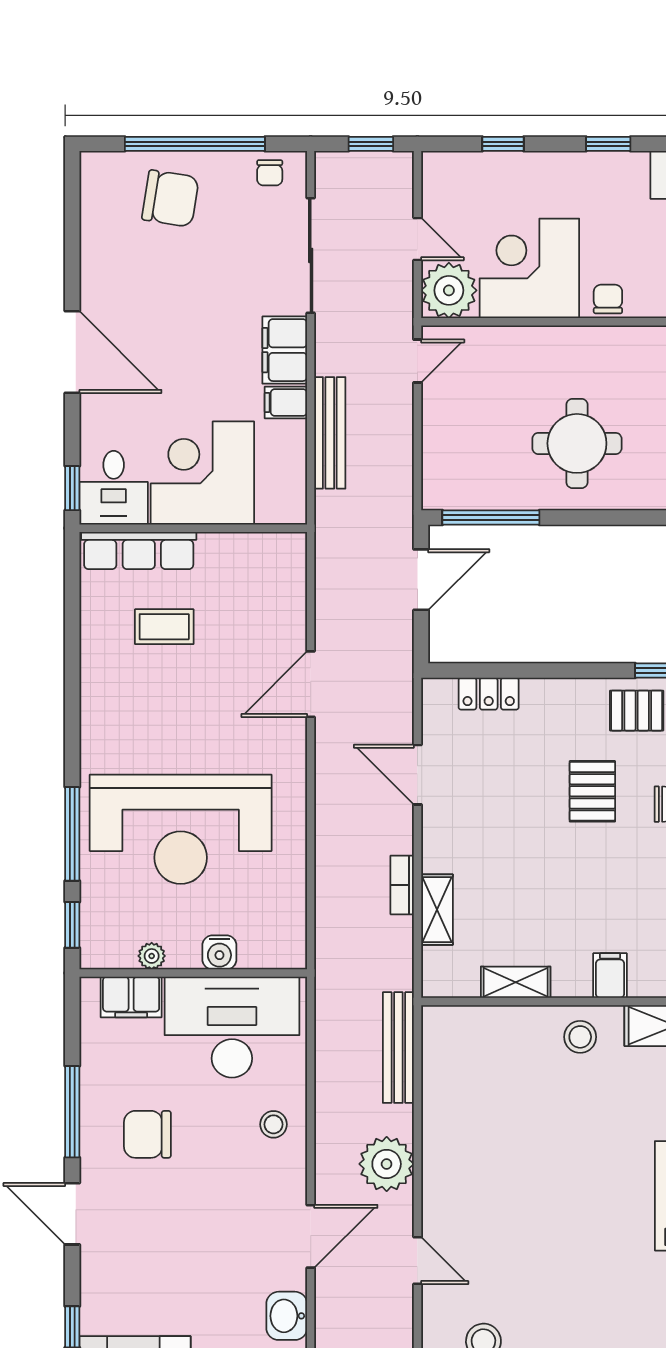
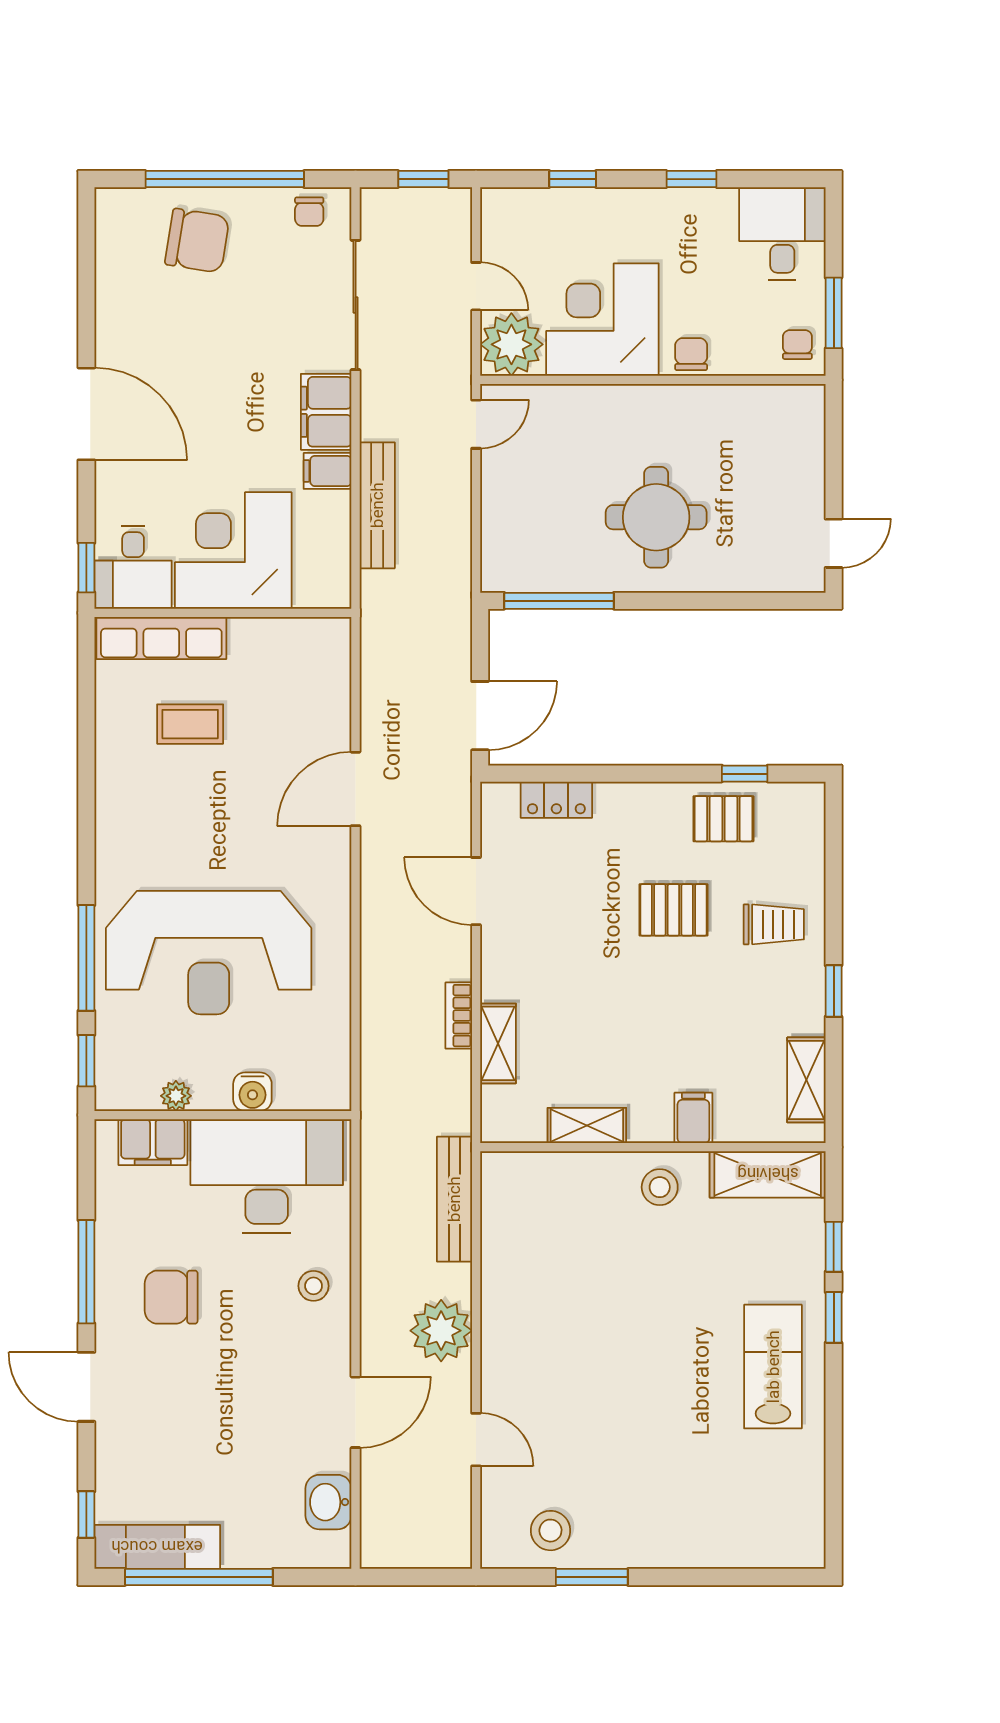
door: (421, 580) -> (480, 716), moved
pallet: (592, 791) -> (673, 910), turned 90

